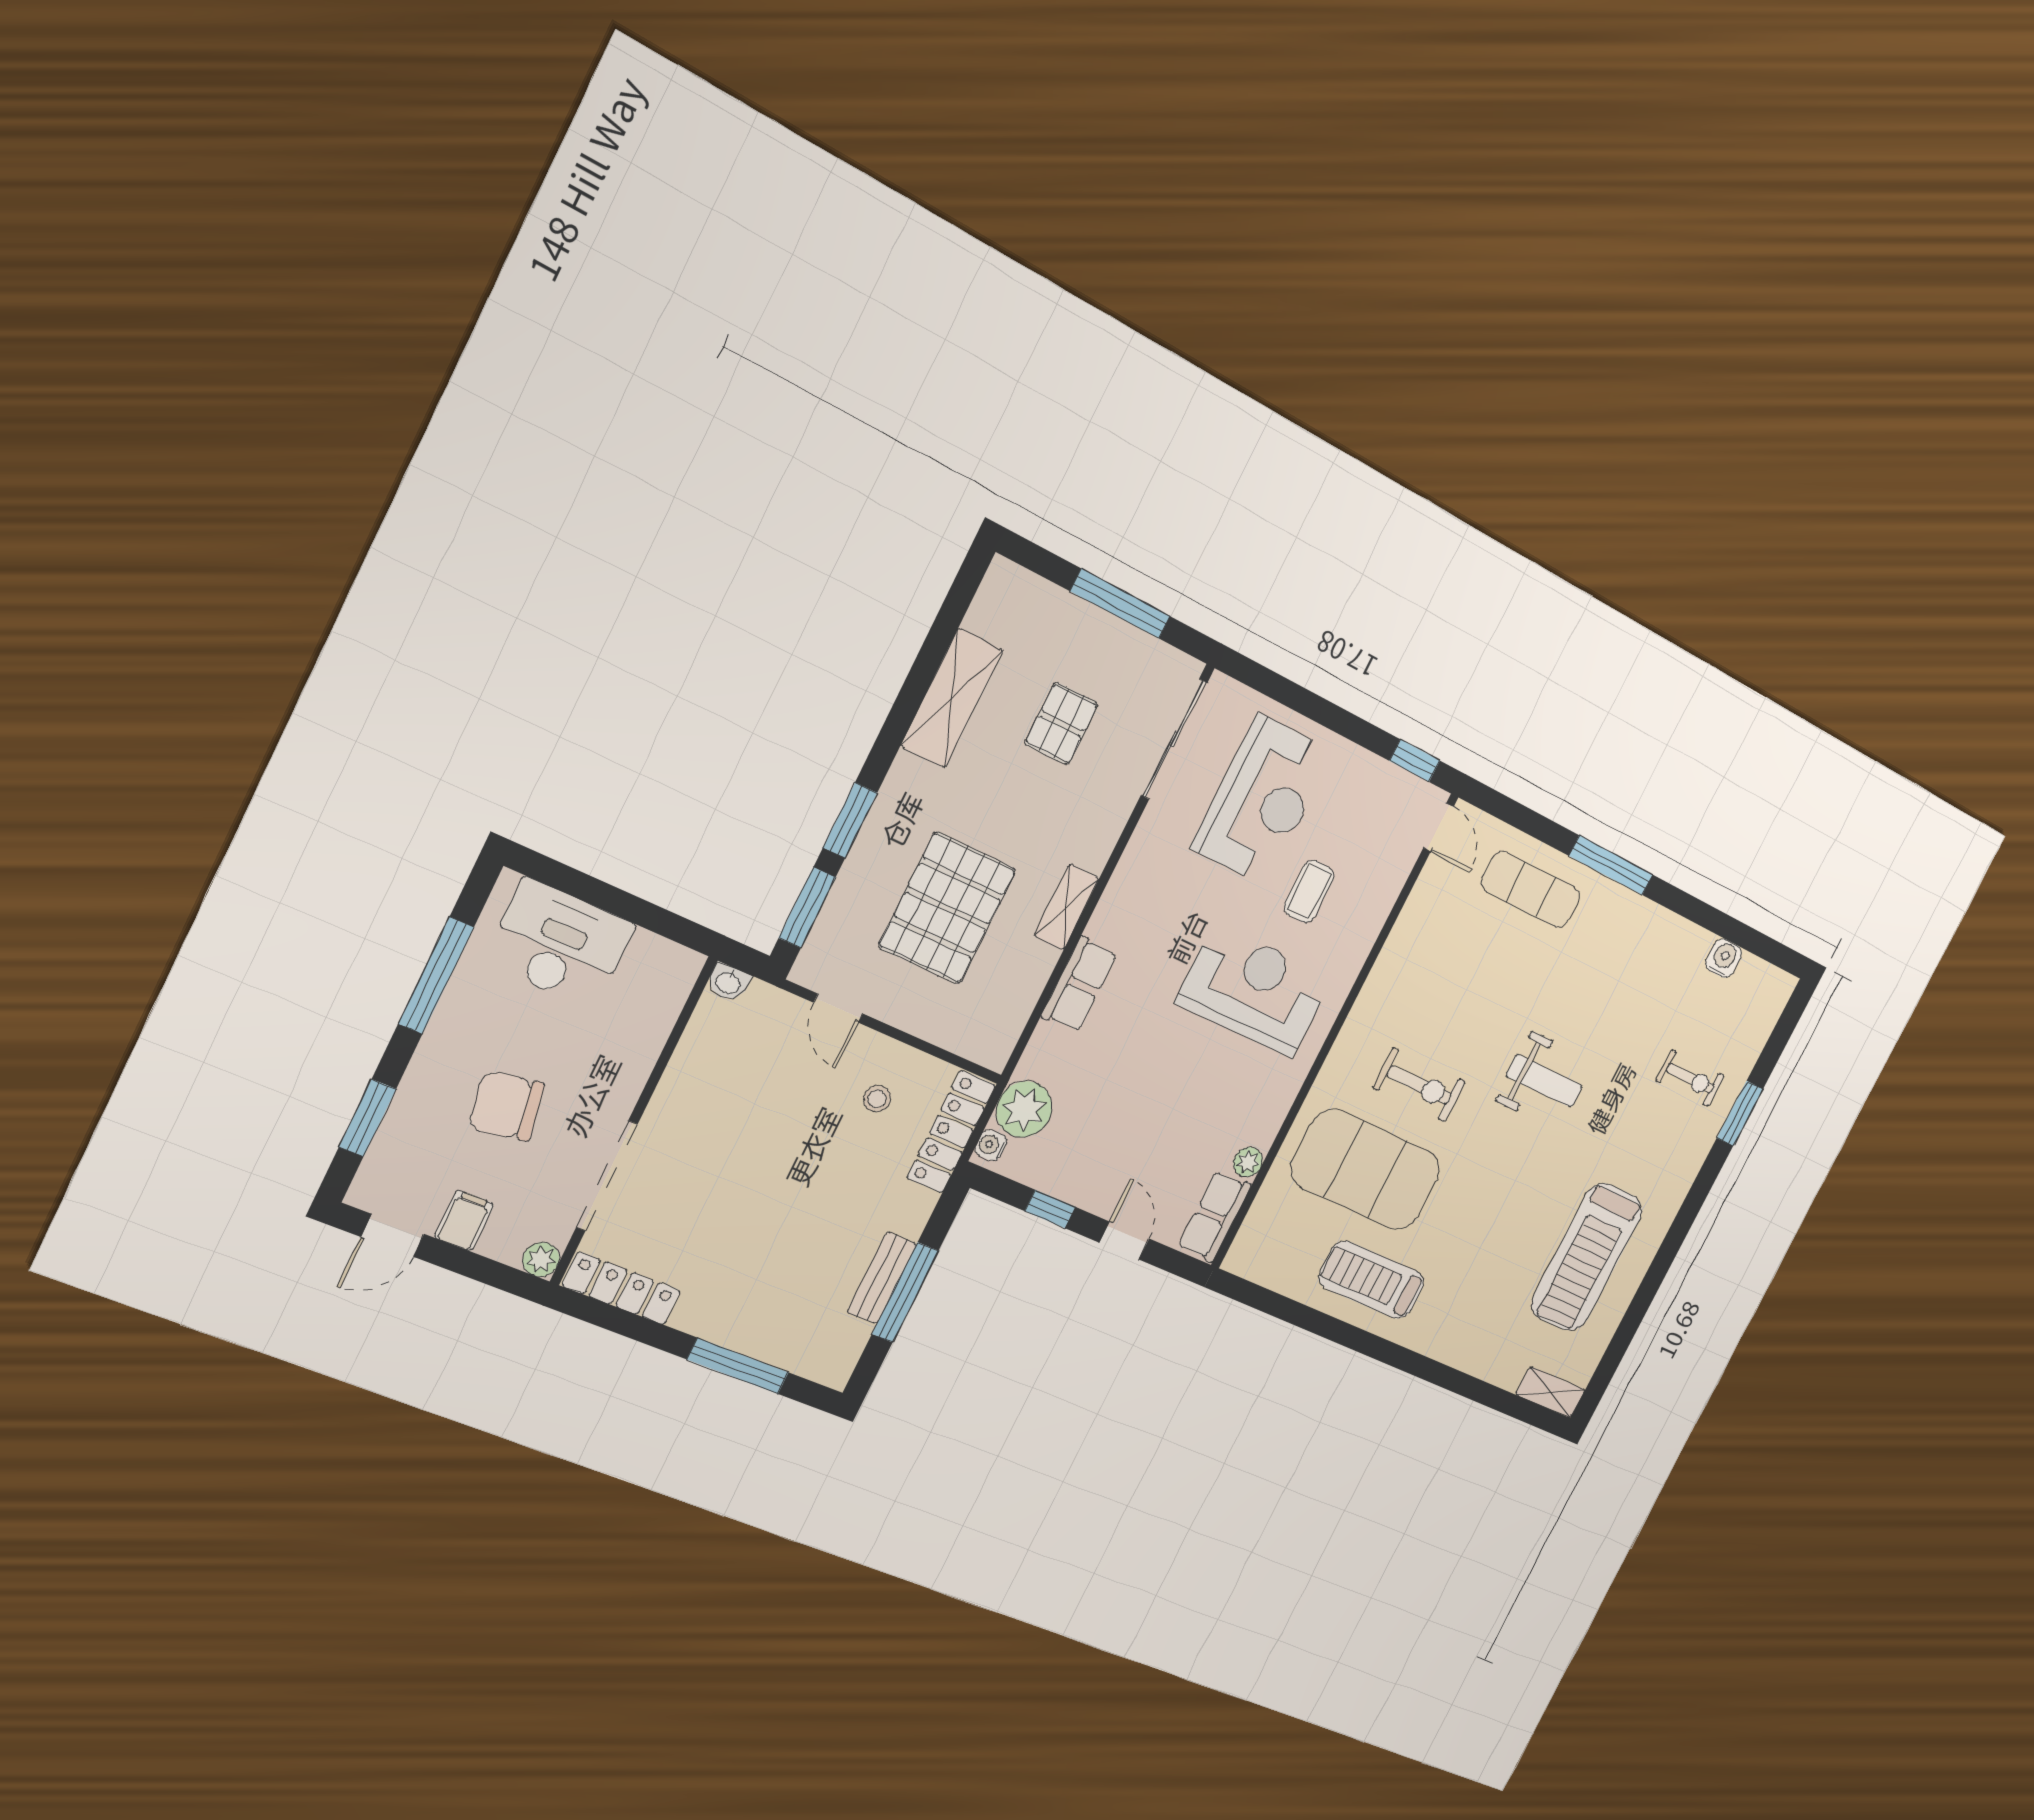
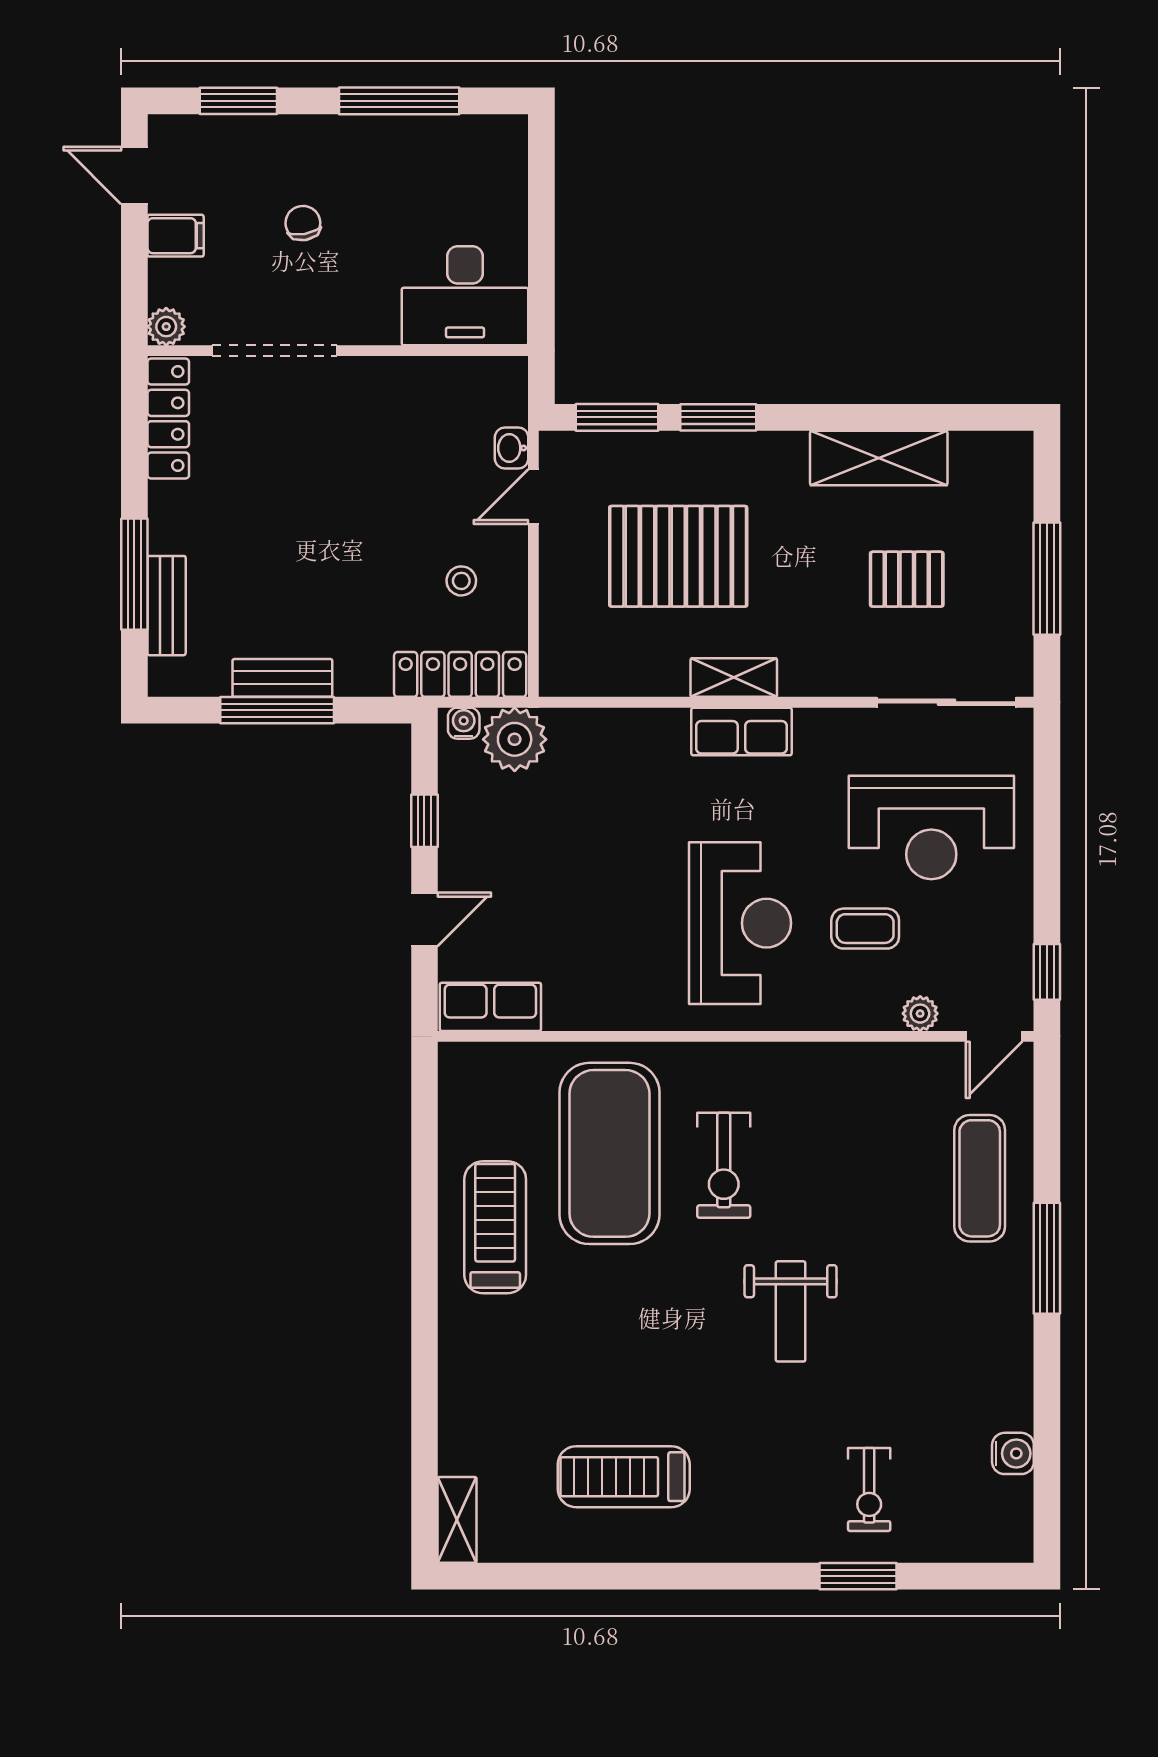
desk: (560, 944) -> (465, 296), moved, turned 90
washbasin: (728, 982) -> (512, 448), moved
row of seats: (1079, 985) -> (741, 731), moved
chair: (506, 1106) -> (303, 223), width x0.54, depth x0.54
plant: (1248, 1162) -> (920, 1014), moved
treadmill: (1587, 1257) -> (624, 1477), width x0.73, depth x0.73
bench: (777, 1349) -> (167, 606), added

